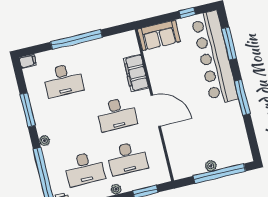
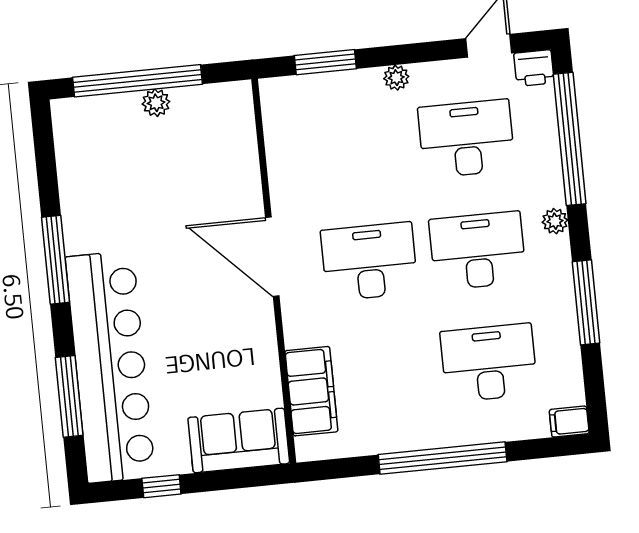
filing cabinet: (136, 73) -> (311, 391), moved
desk: (127, 158) -> (478, 251), moved

